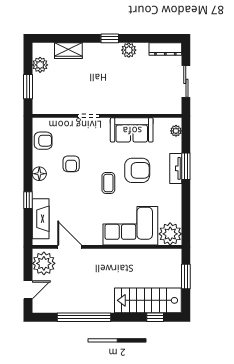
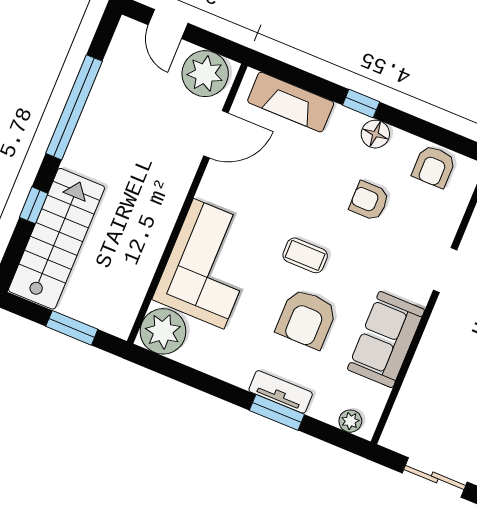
window: (28, 200) -> (361, 104), moved
window: (155, 317) -> (34, 205), moved

